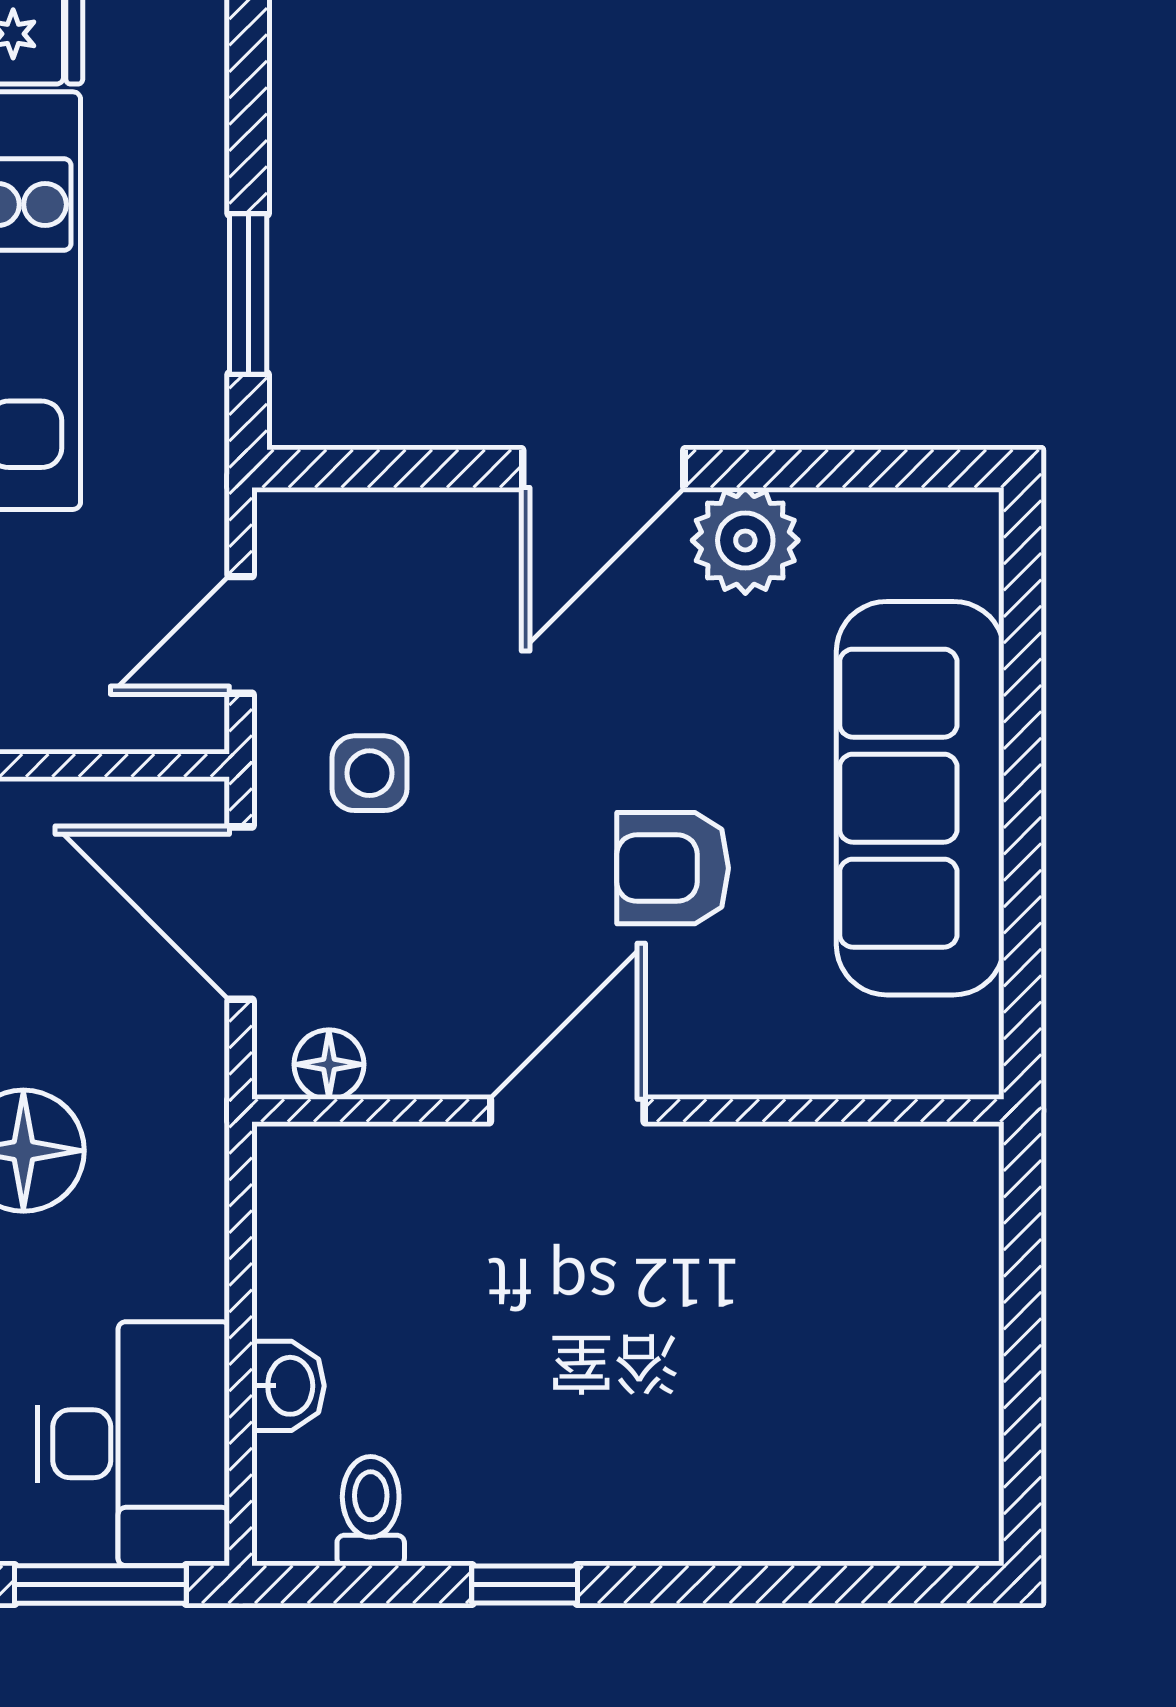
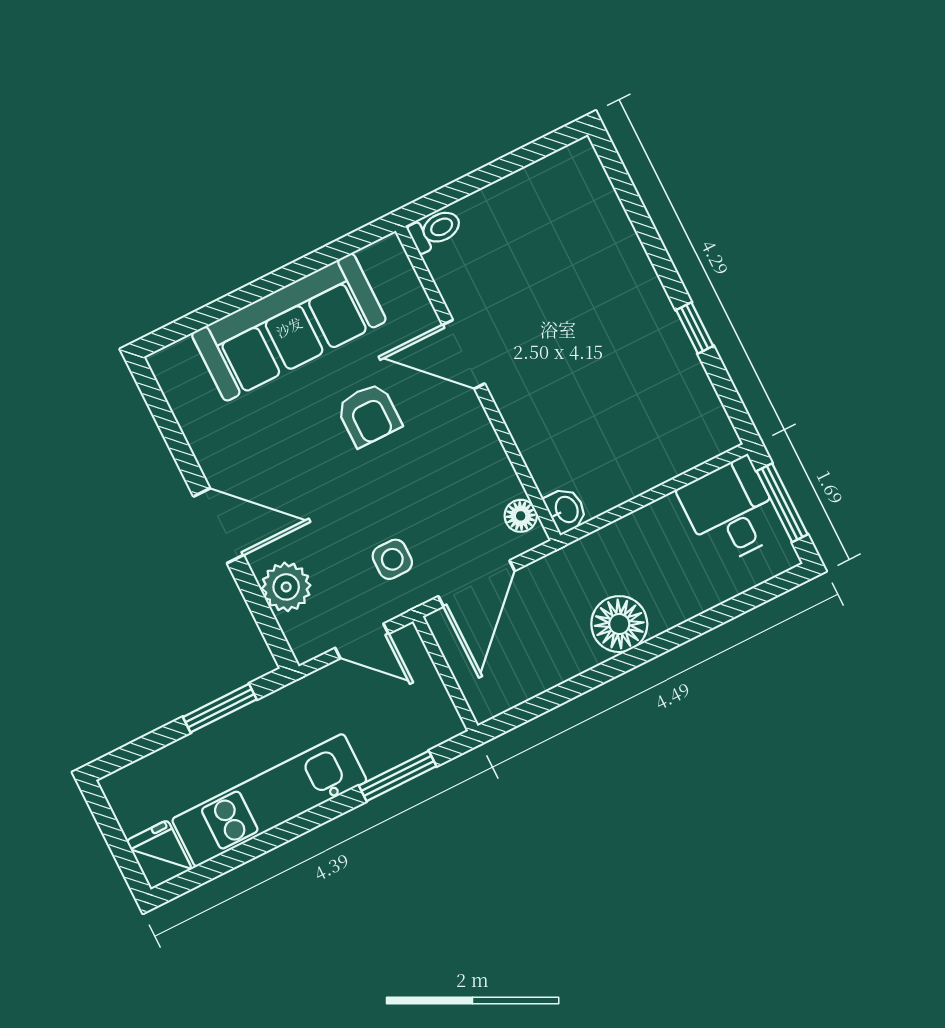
plant: (745, 540) -> (286, 587), moved
door: (567, 1111) -> (464, 354), moved
washbasin: (288, 1386) -> (566, 510), moved, turned 90
desk: (134, 1444) -> (731, 511), width x0.73
toilet: (371, 1511) -> (435, 230), moved, turned 180

